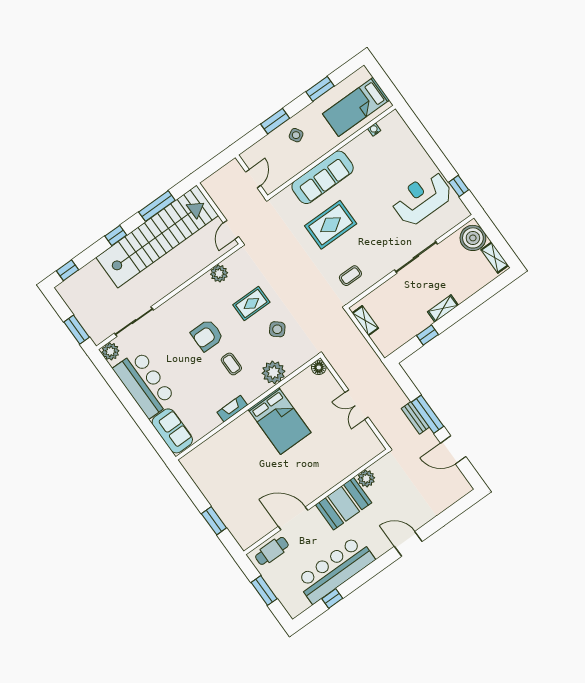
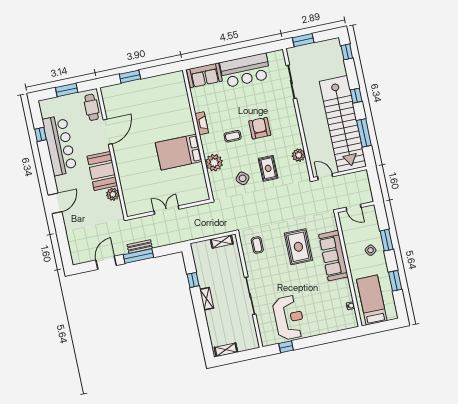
boiler: (473, 238) -> (246, 341), removed
plant: (110, 351) -> (278, 57), removed
floor lamp: (319, 367) -> (204, 195), removed

